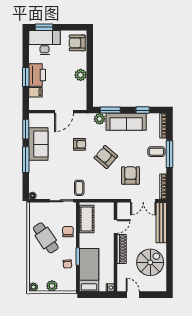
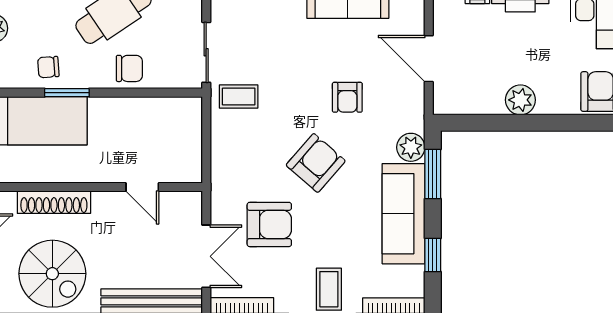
double door: (143, 201) -> (206, 256), swing flipped
cot: (87, 219) -> (161, 115), removed
shoe rack: (122, 249) -> (54, 202), moved

